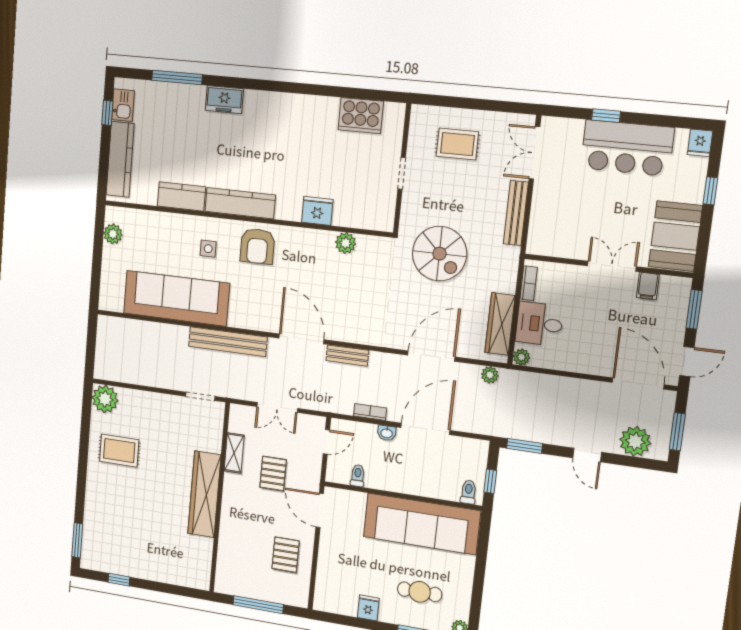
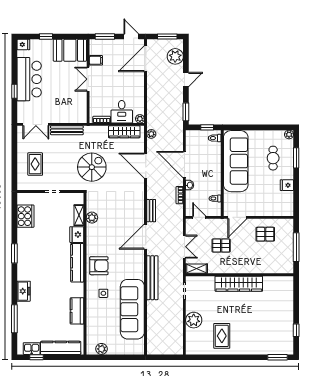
window: (294, 88) -> (14, 253), added
kitchen counter: (240, 203) -> (77, 263), moved
shelving: (352, 219) -> (79, 215), added
plant: (105, 399) -> (194, 320), moved
shelving: (234, 453) -> (197, 269), moved

